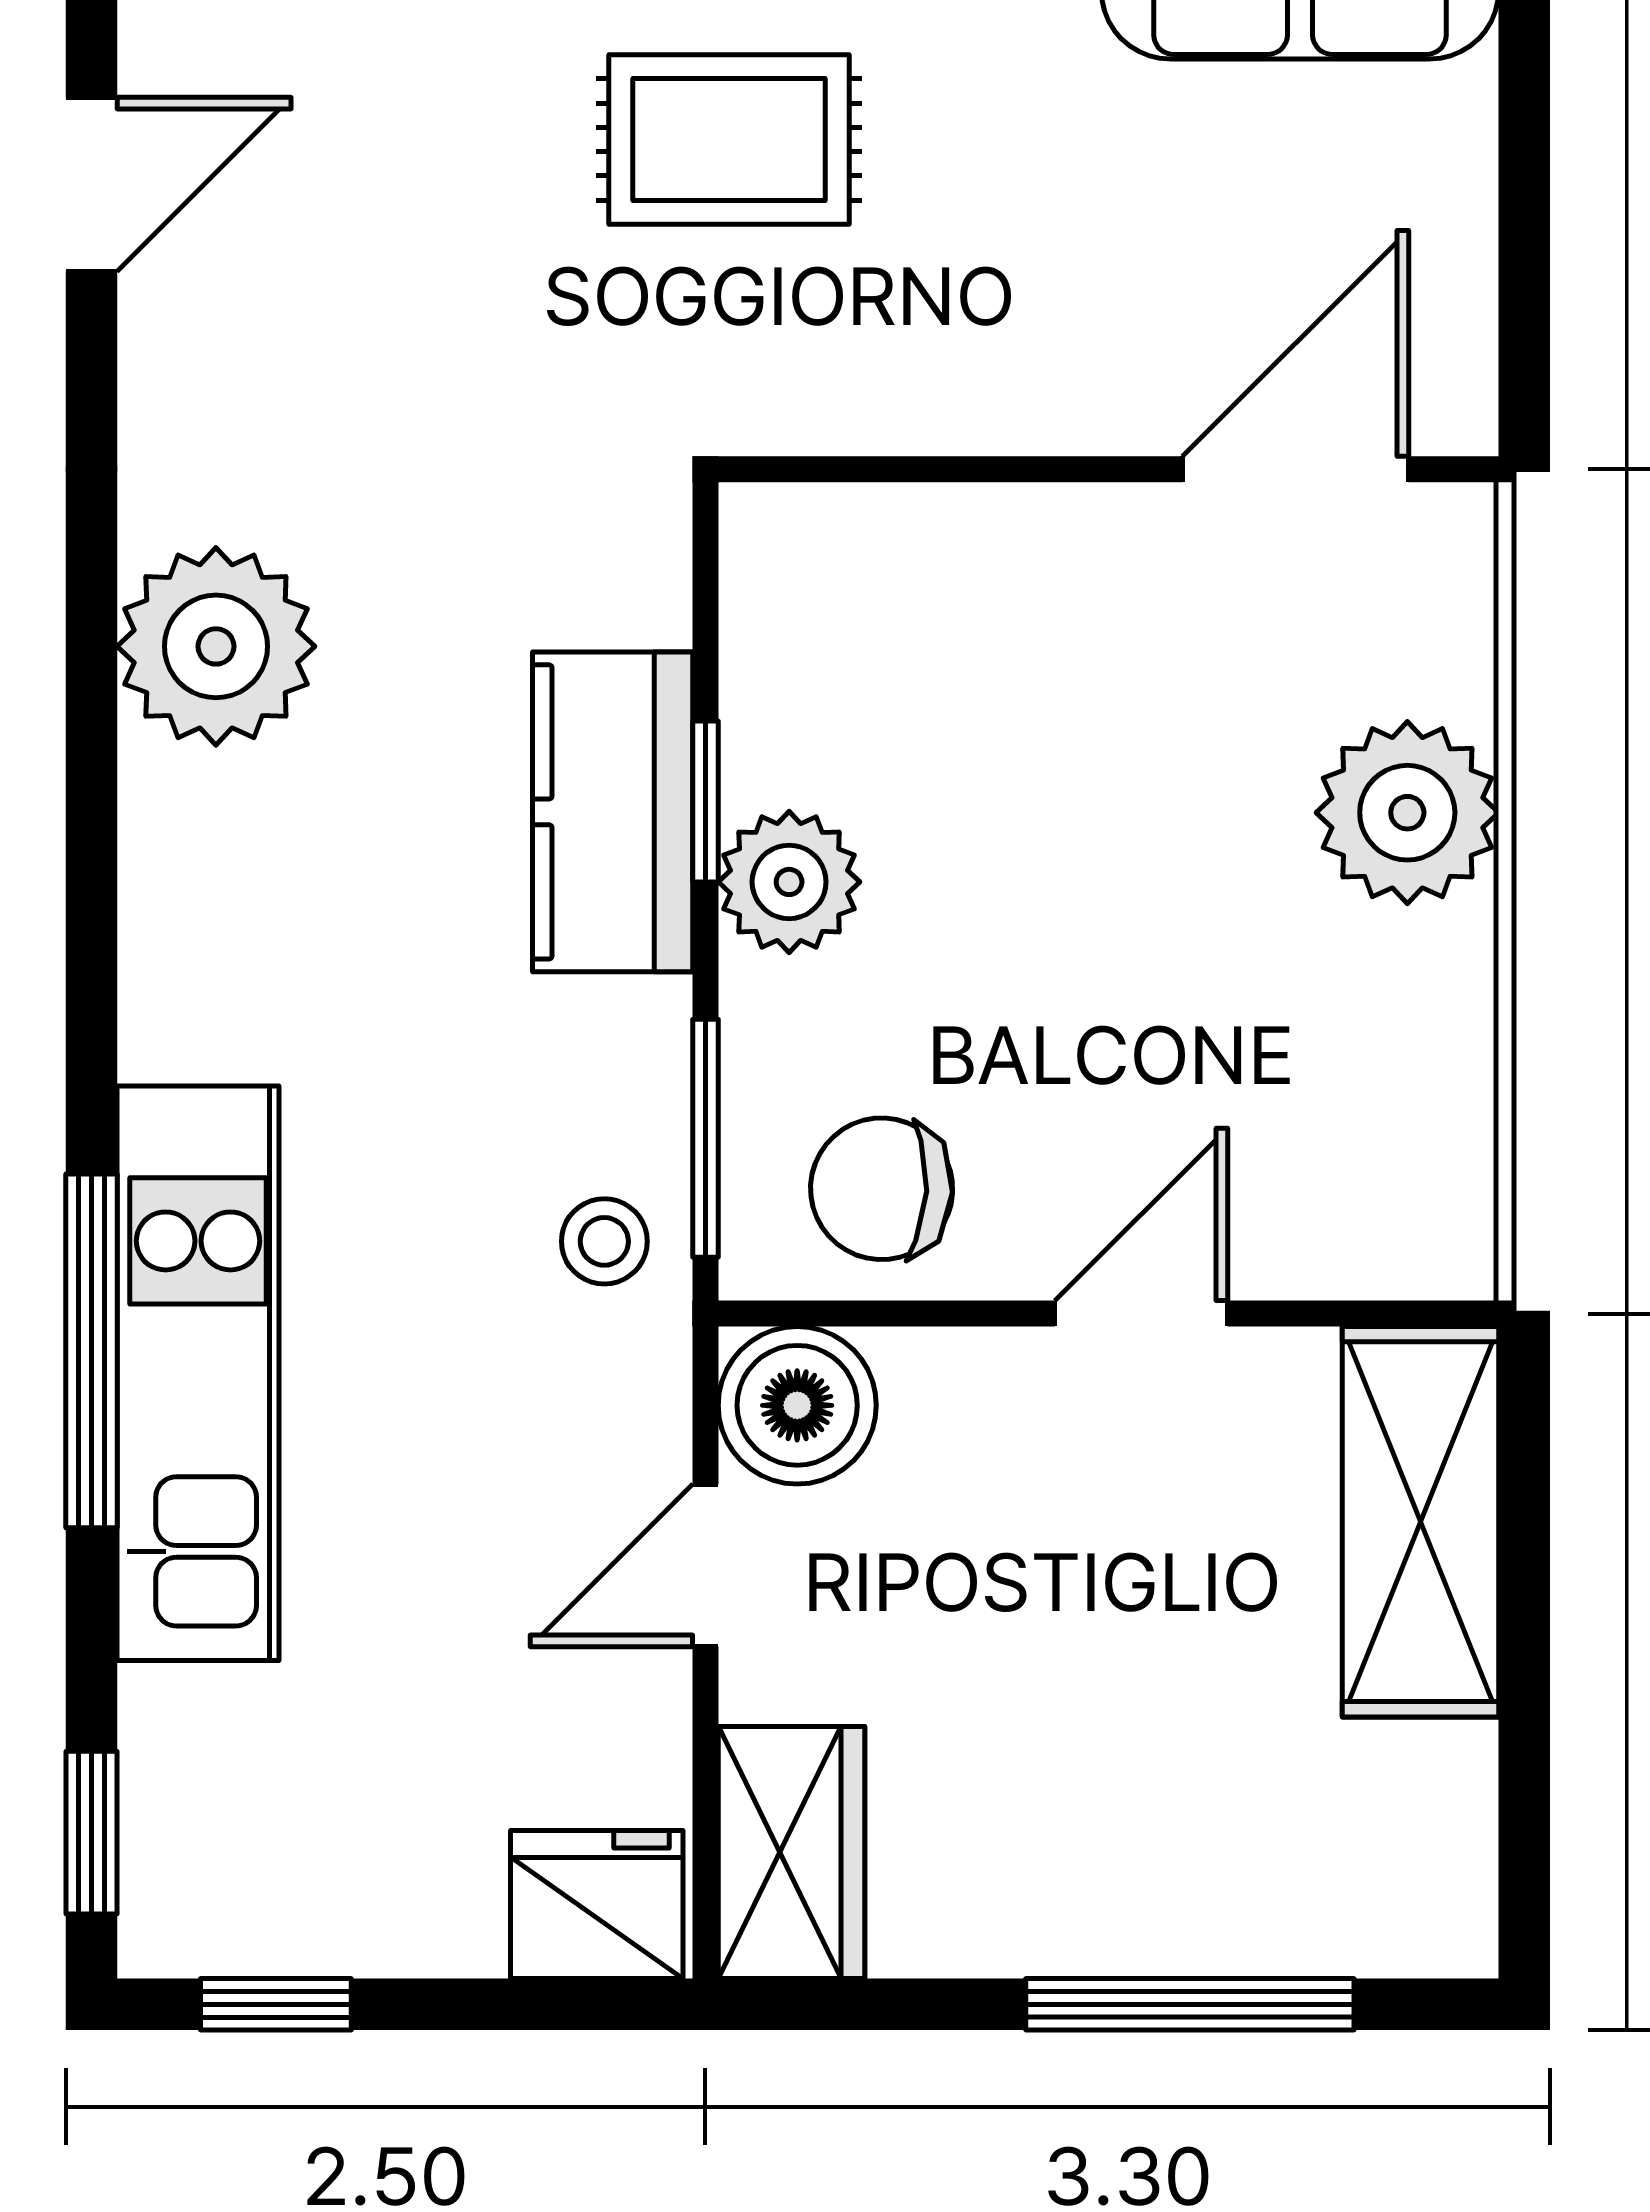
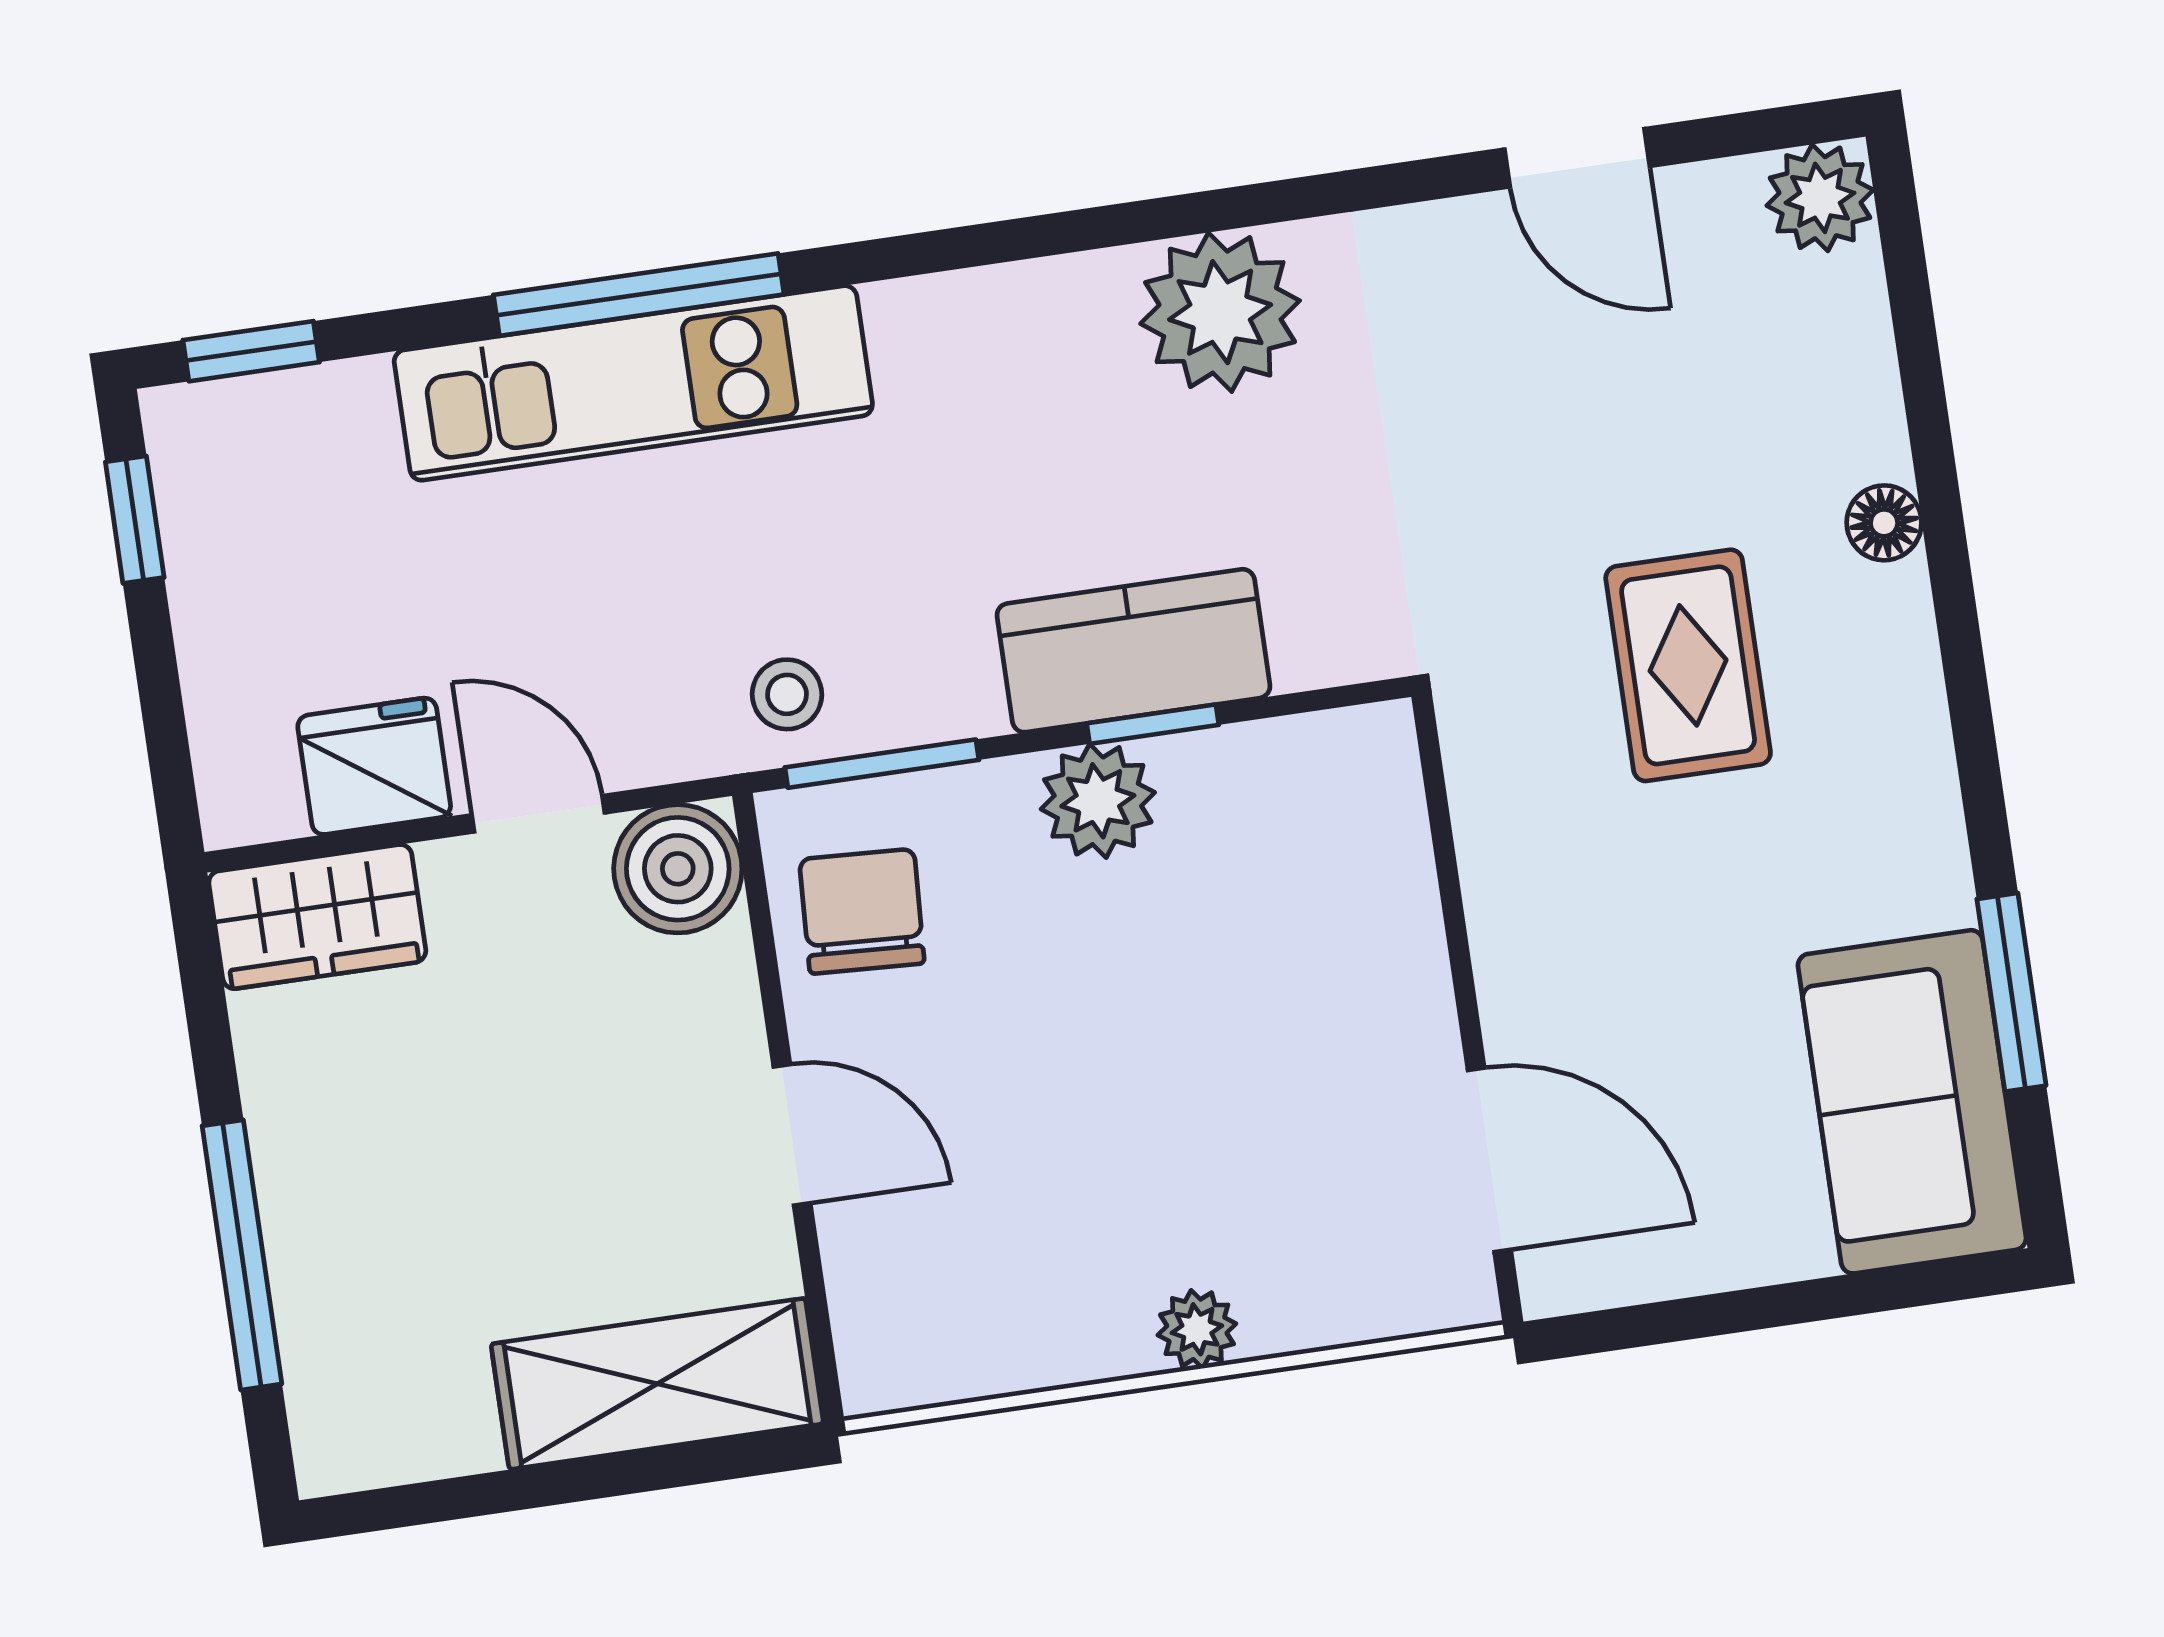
plant: (1407, 813) -> (1197, 1329), width x0.53, depth x0.53
fridge: (597, 1905) -> (374, 766), moved, turned -90

